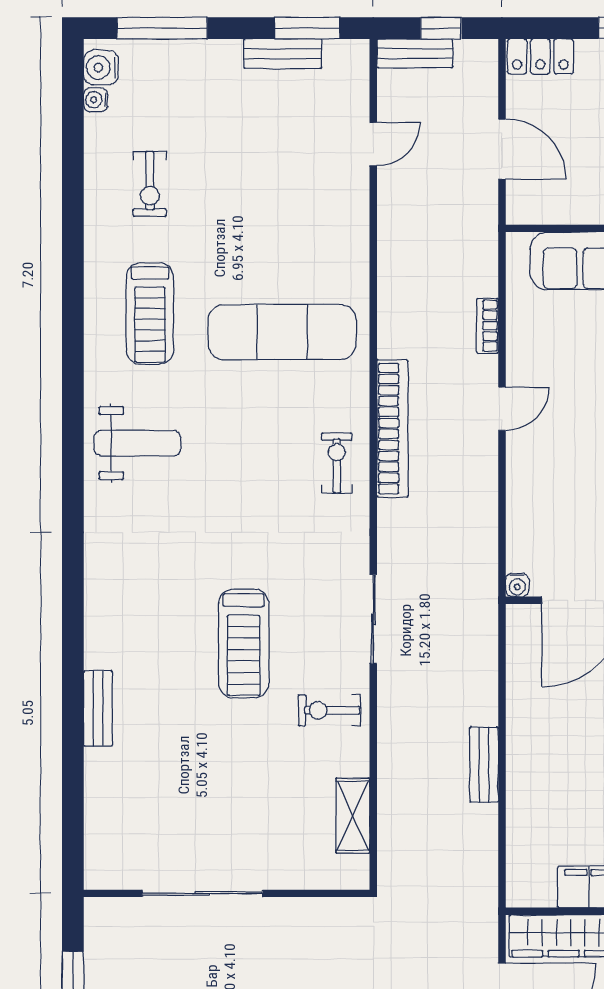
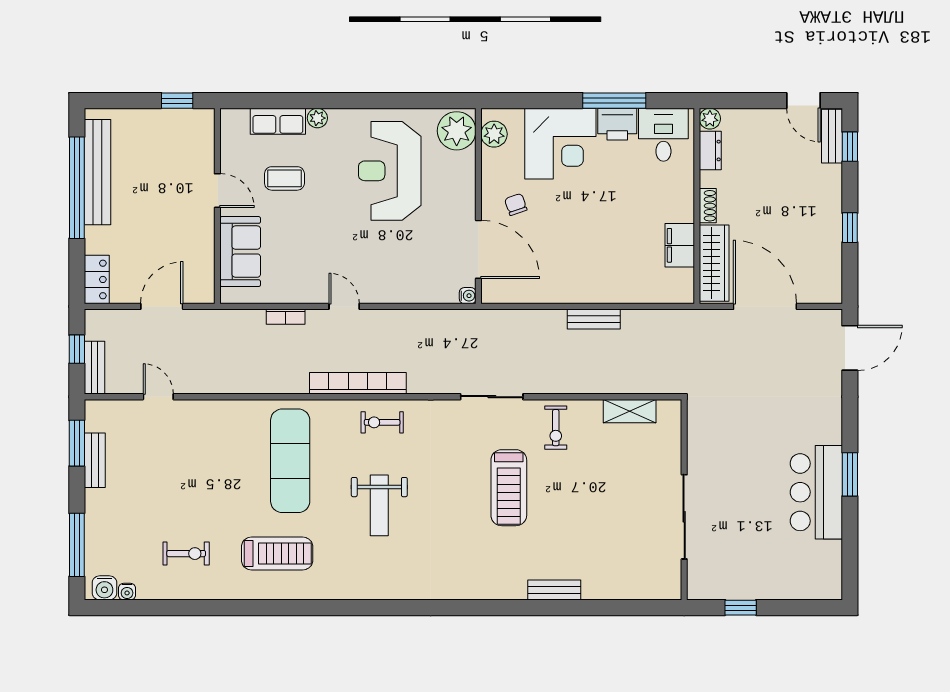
weight bench: (137, 443) -> (379, 505), moved, turned 180
treadmill: (244, 643) -> (509, 488), turned 90

